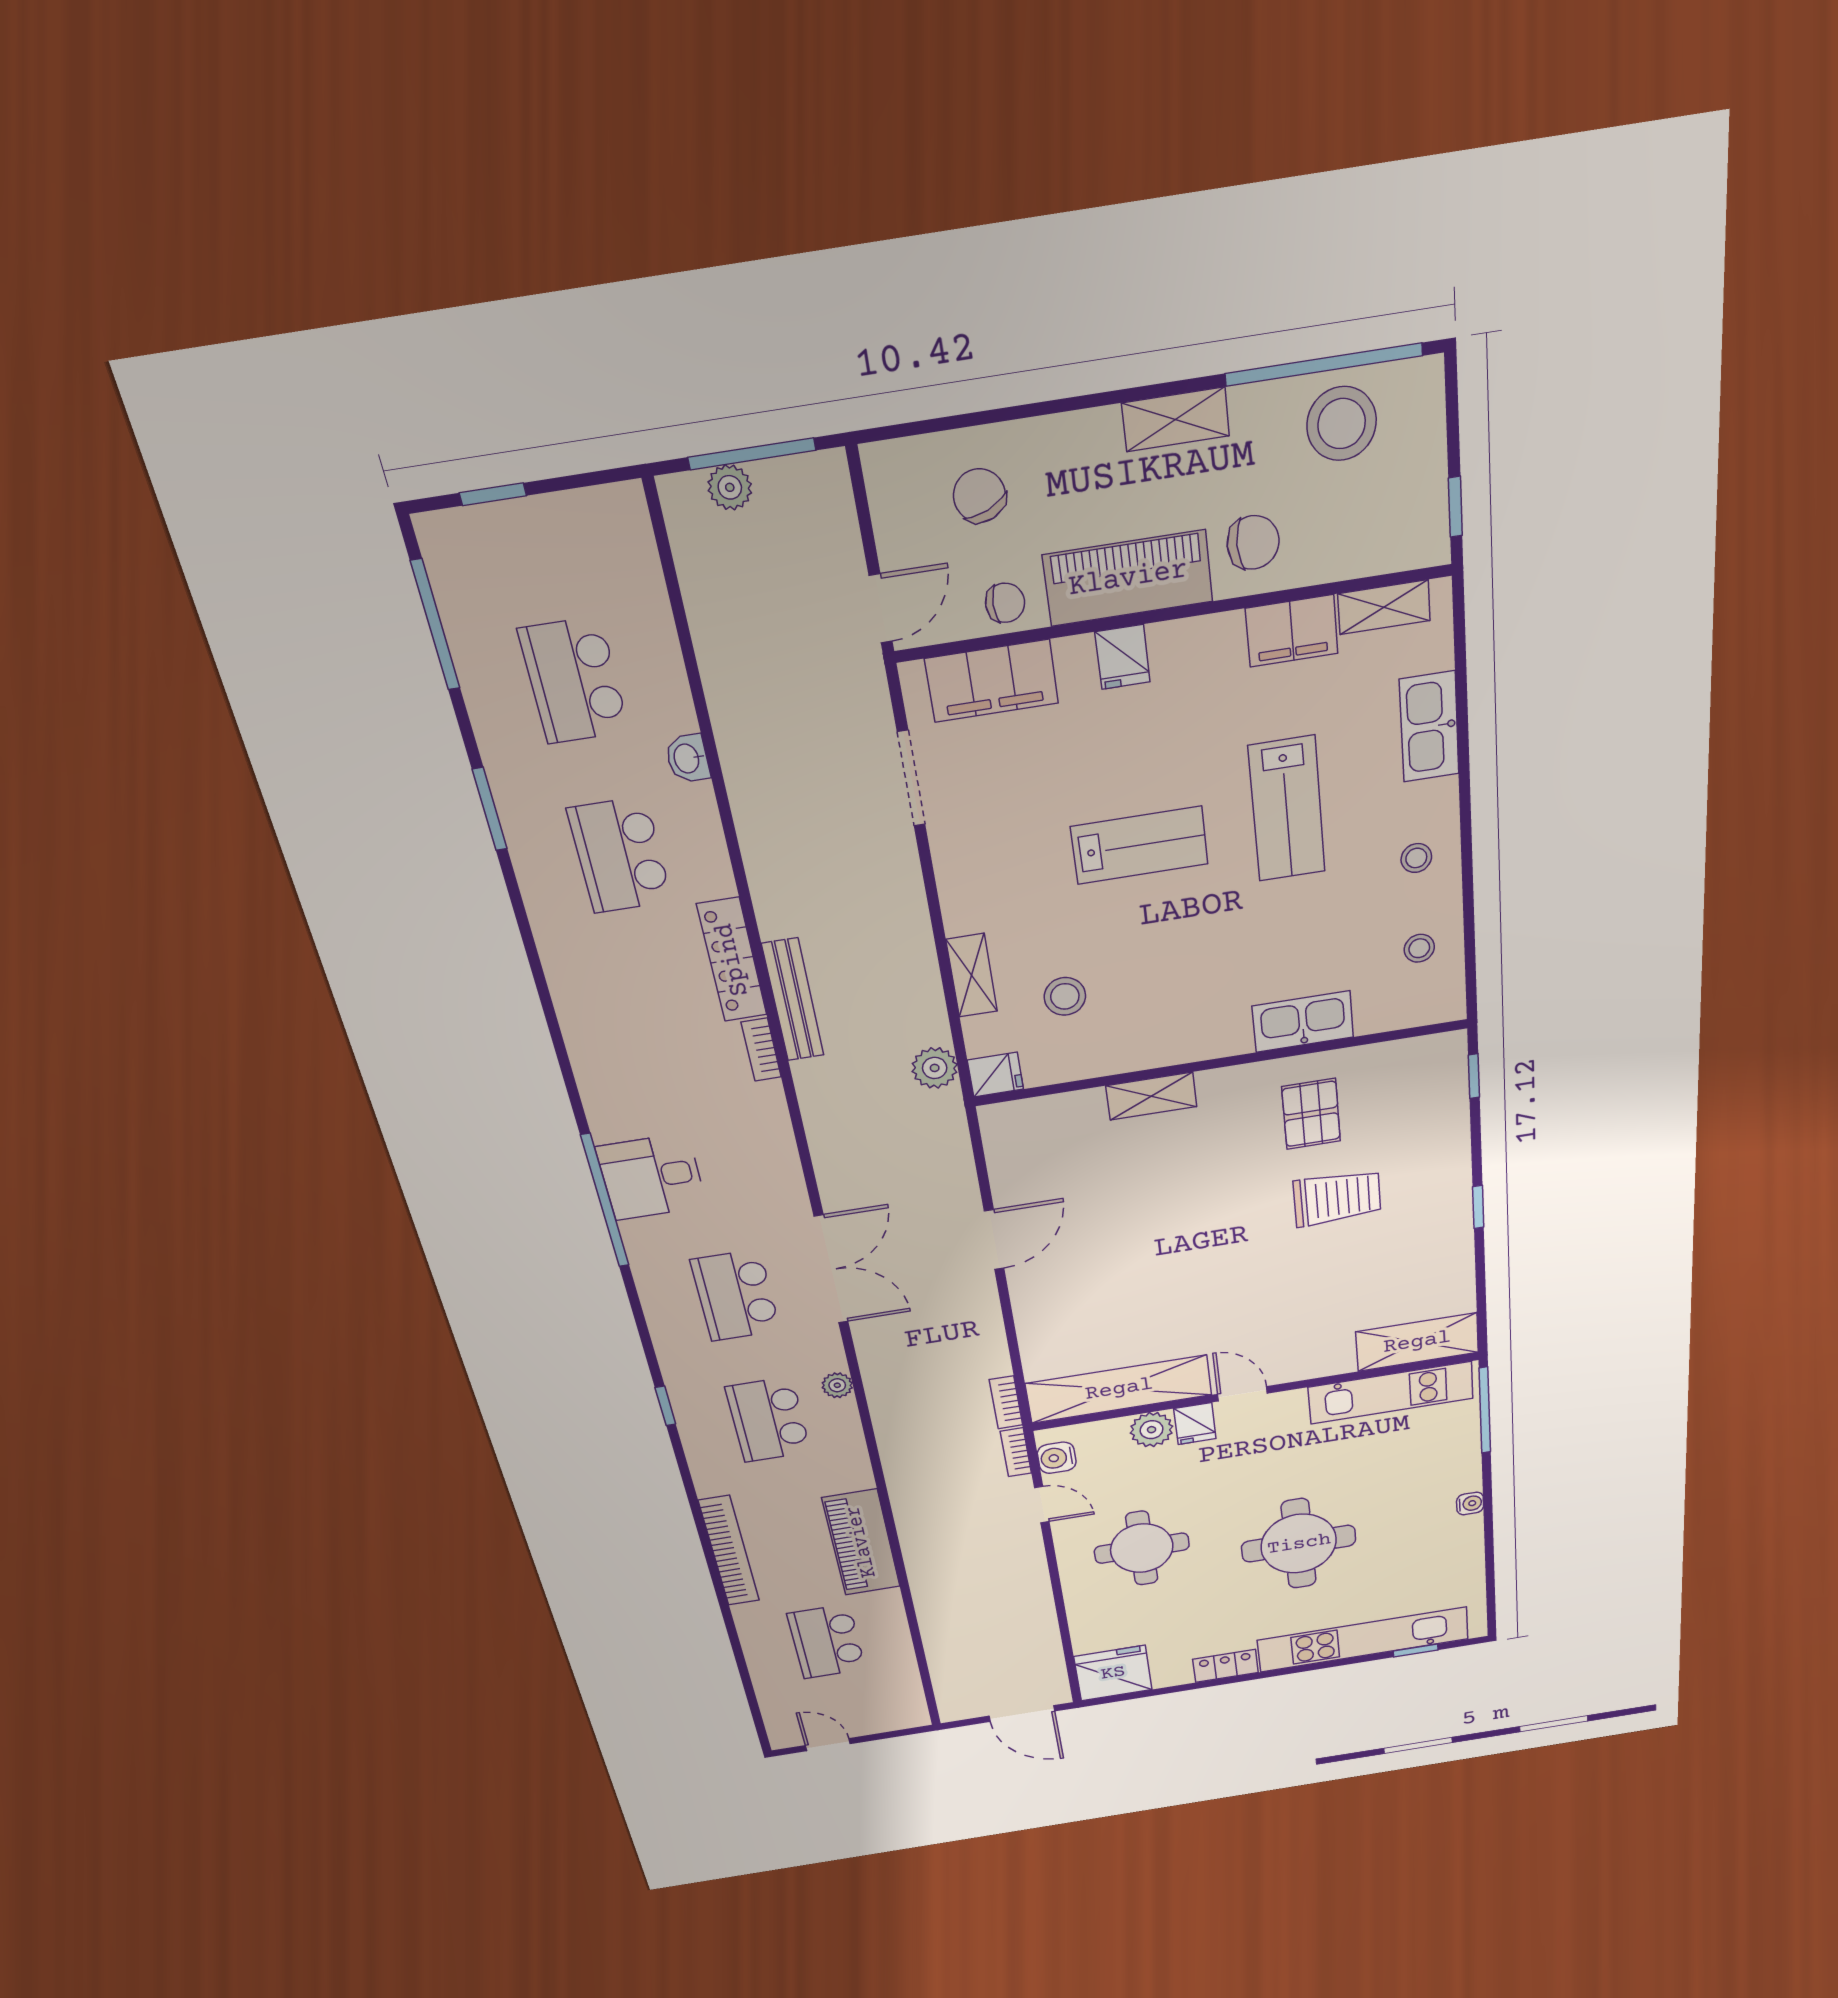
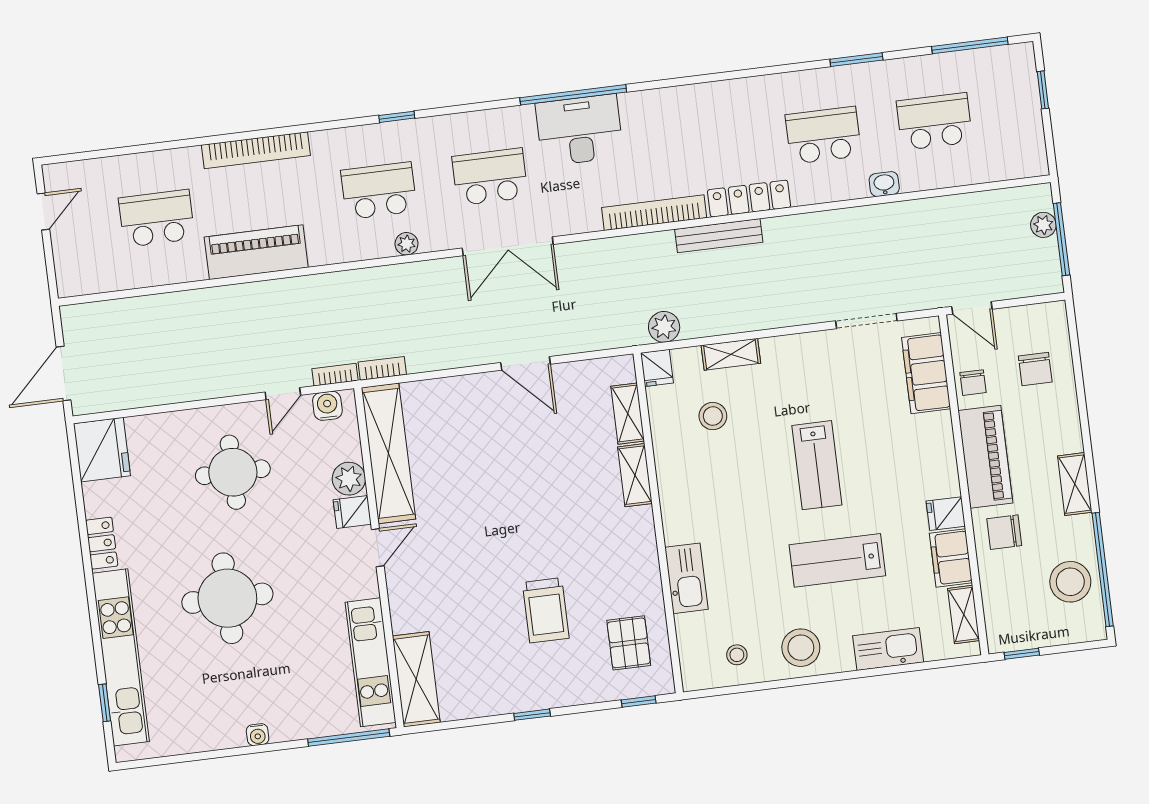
chair: (979, 496) -> (1035, 369), turned 113
chair: (1253, 542) -> (1004, 532), turned 90
fridge: (1123, 657) -> (946, 514), moved
stool: (1416, 858) -> (801, 648), width x1.89, depth x1.89
bookcase: (761, 1050) -> (654, 213), width x2.31, depth x1.31
shelving: (1063, 1110) -> (628, 414), added
pallet: (1311, 1114) -> (629, 643), moved, turned 90
desk: (652, 1177) -> (579, 130), width x1.37

